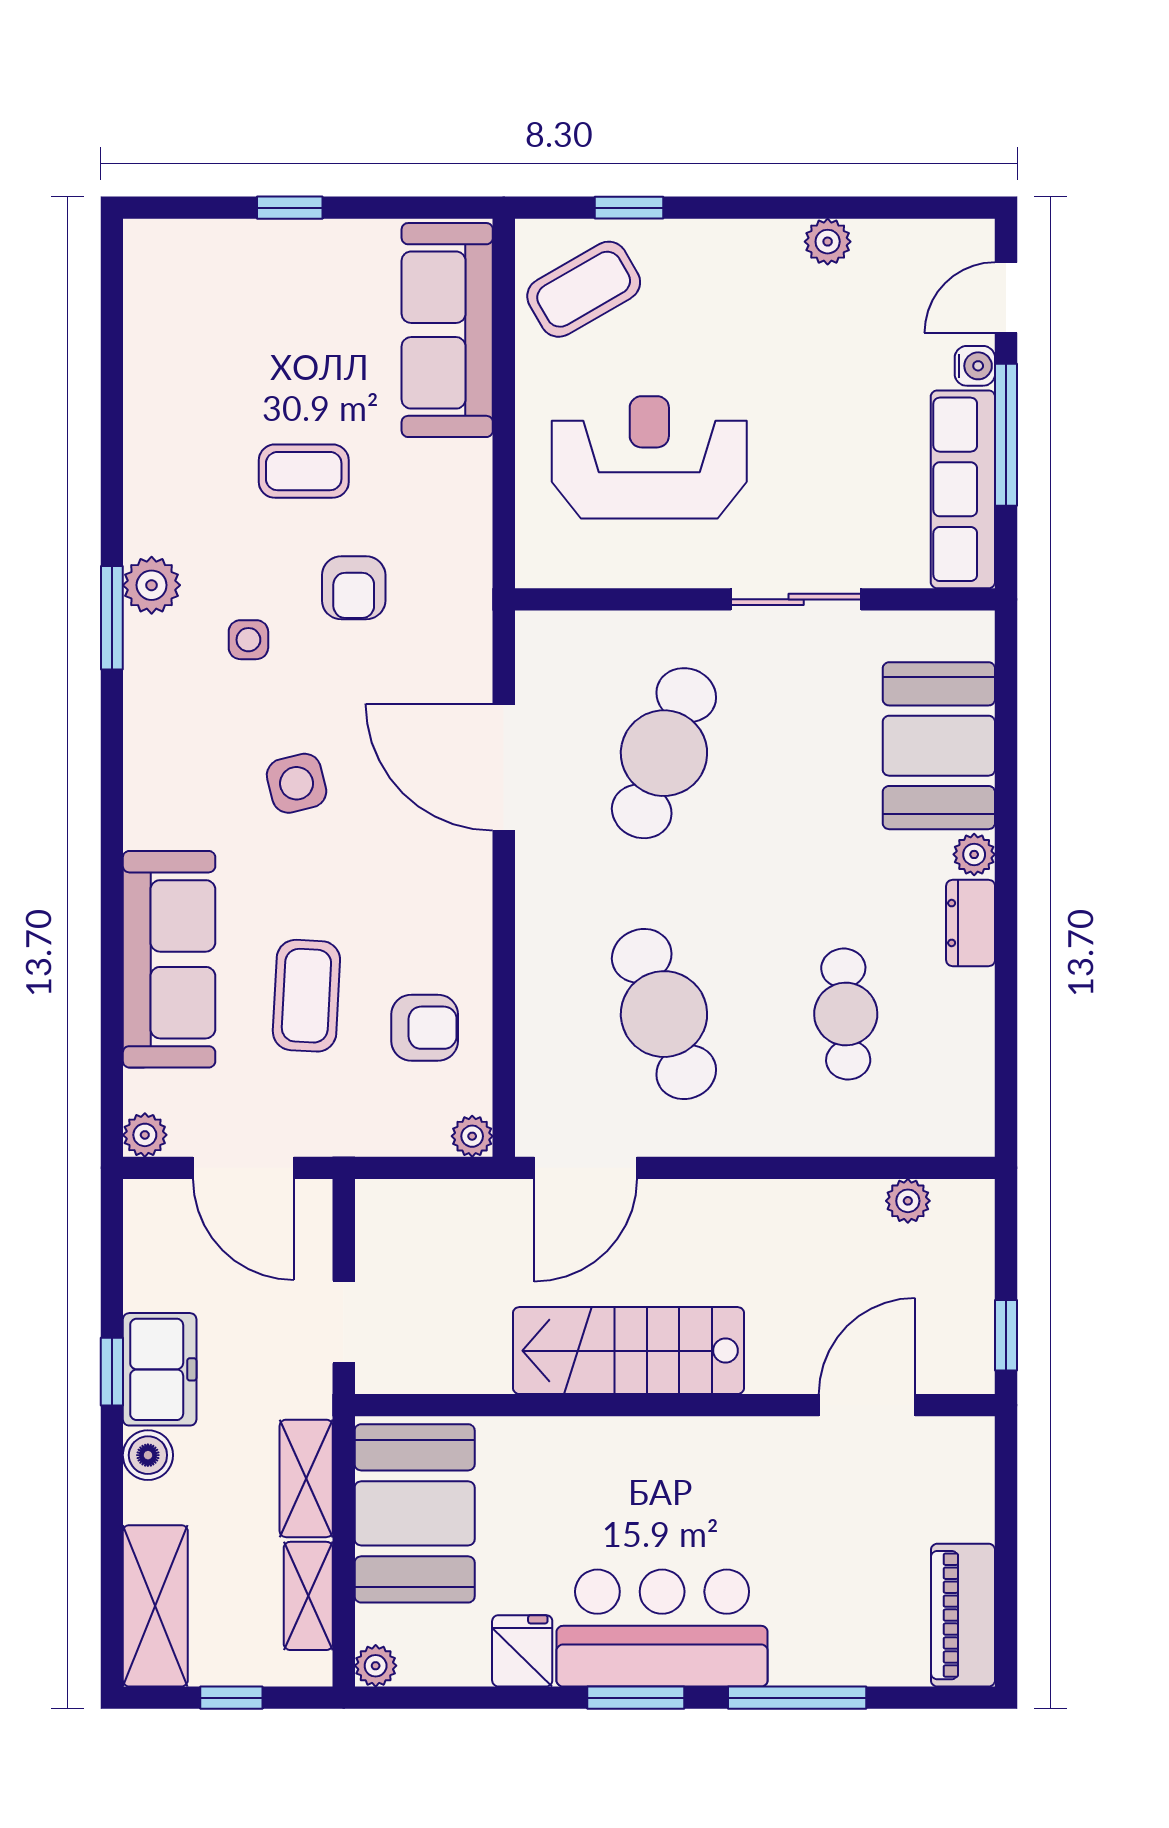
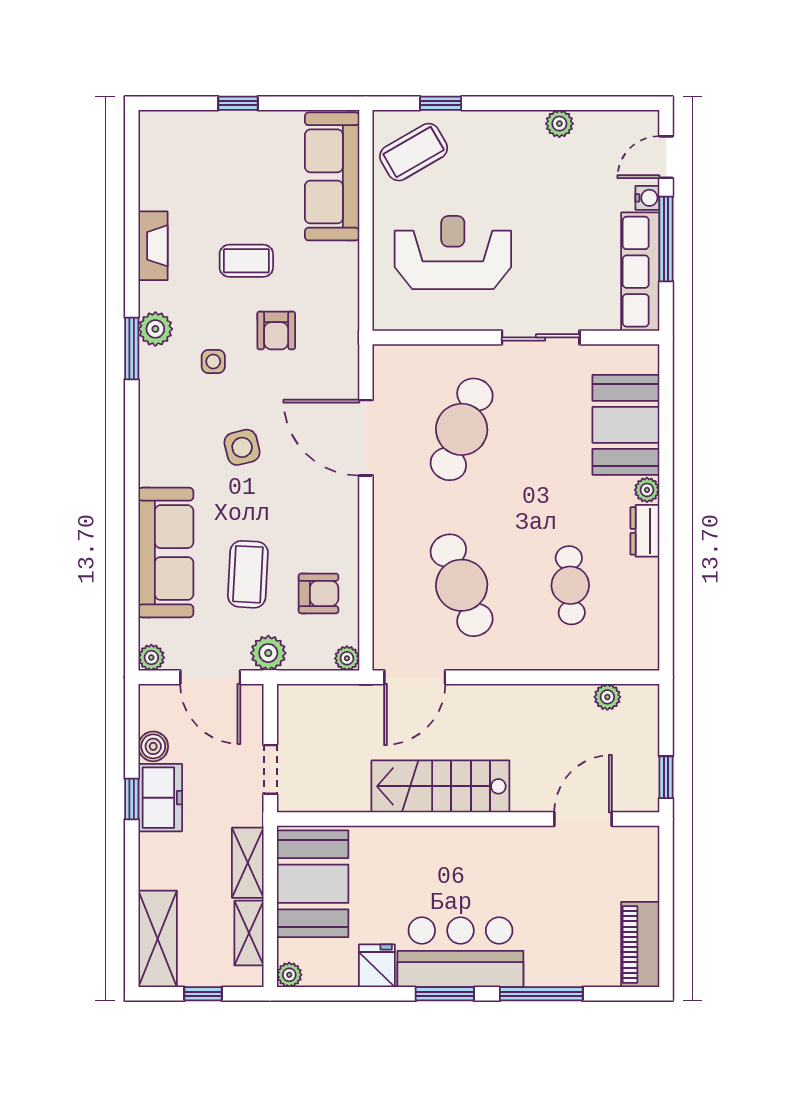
fireplace: (147, 446) -> (153, 246), added
plant: (341, 1127) -> (268, 653), added
boiler: (148, 1455) -> (153, 746), moved

